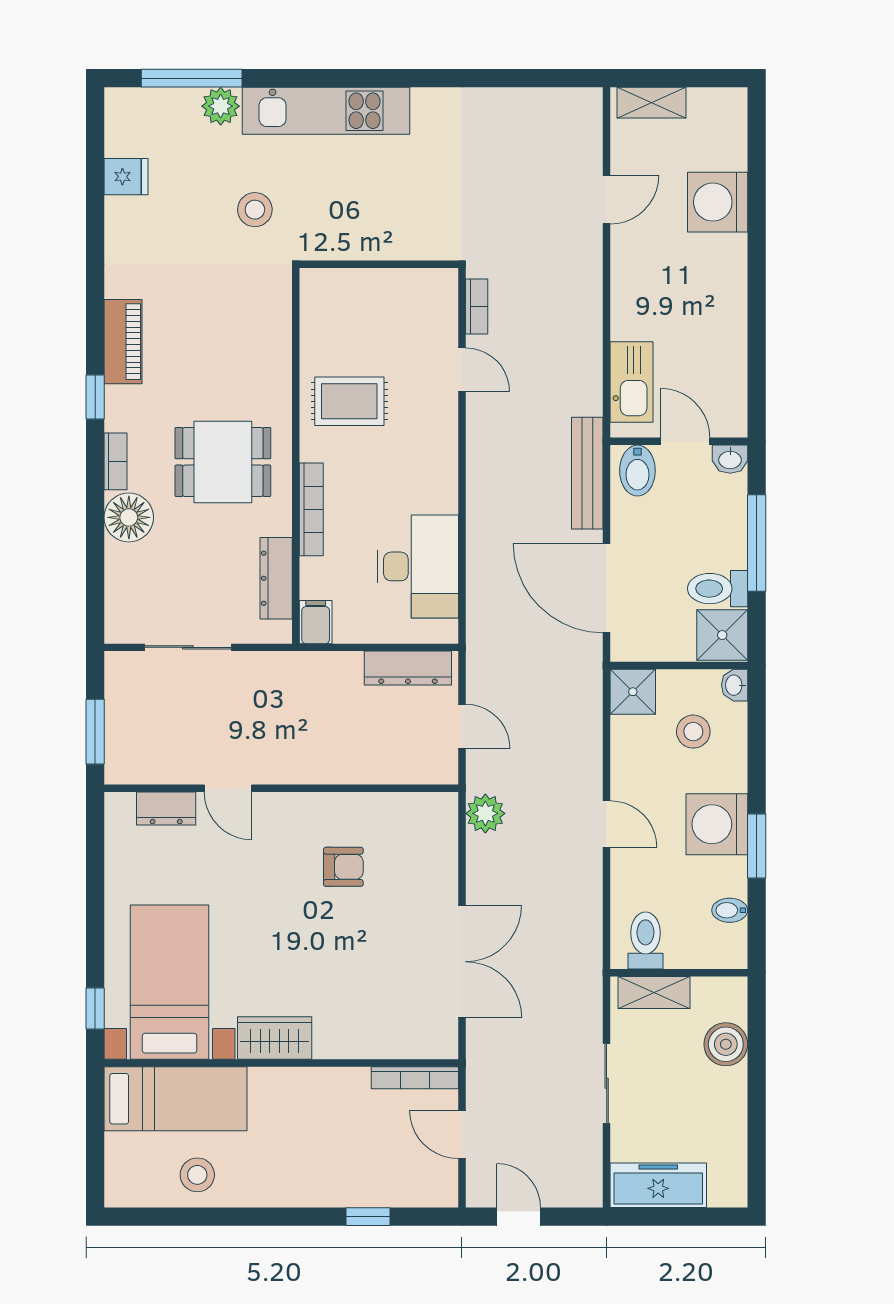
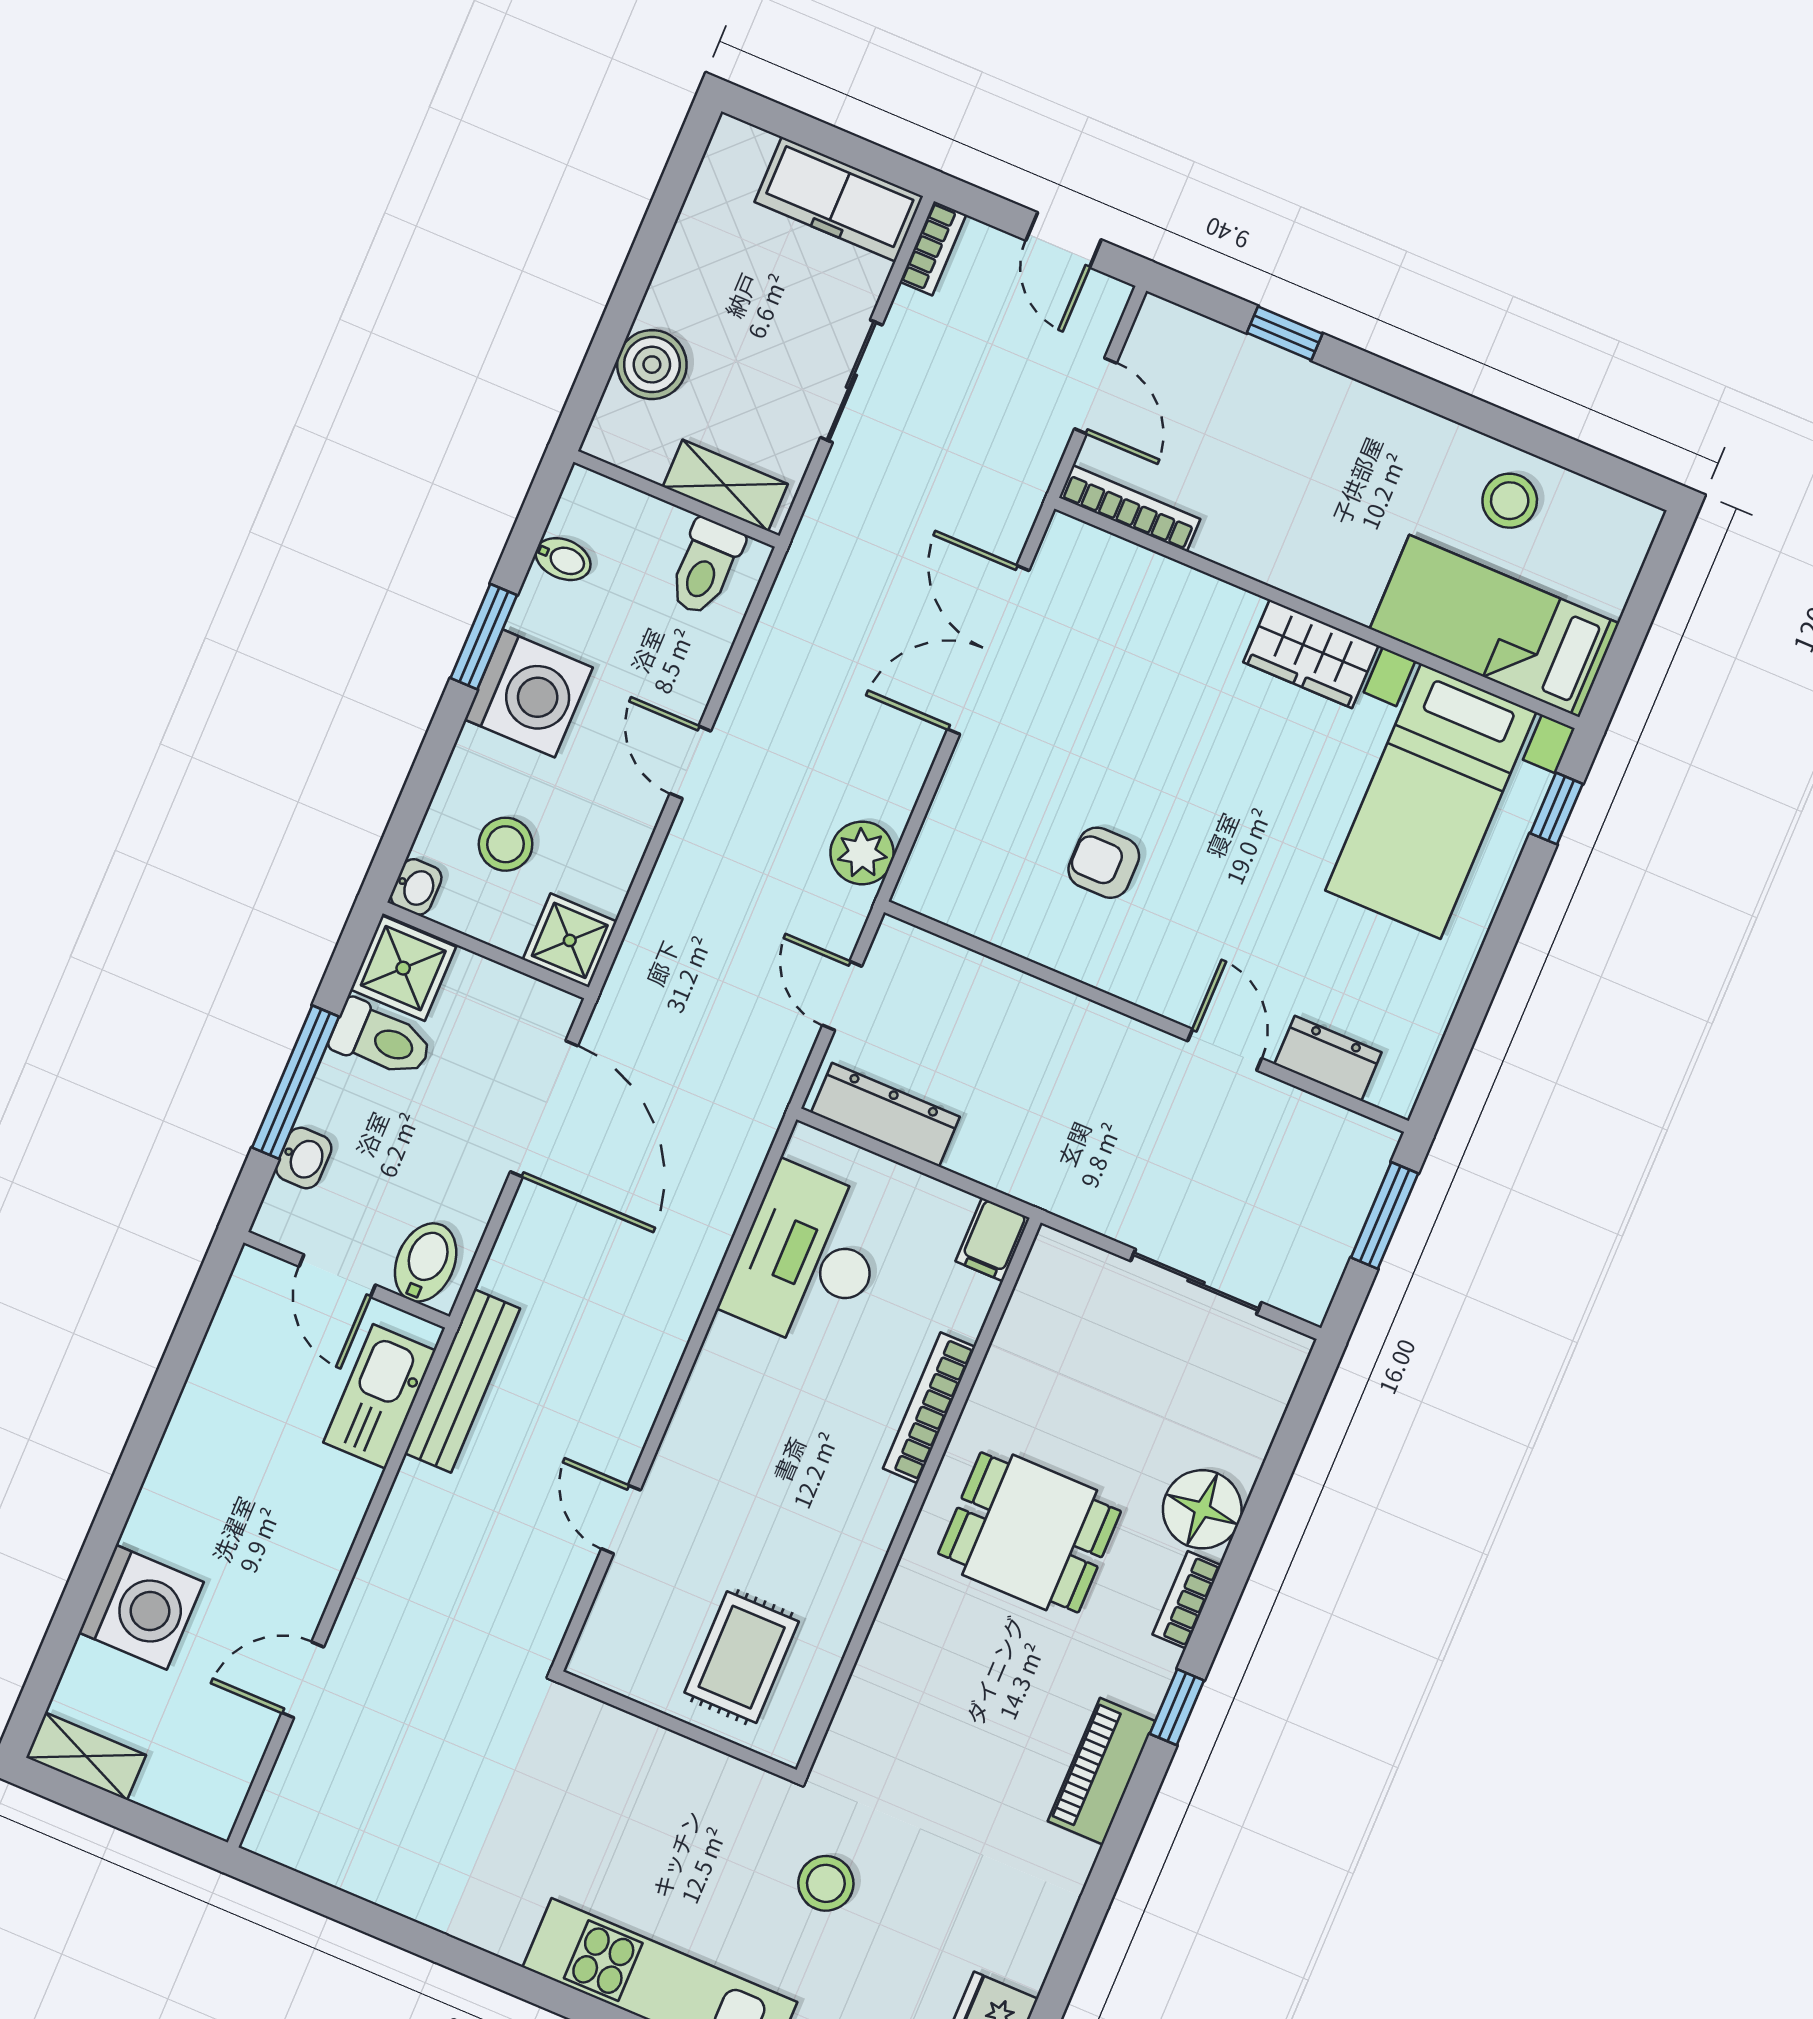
shelving: (652, 103) -> (86, 1756), moved
bookcase: (477, 306) -> (933, 248), moved, turned 180
rug: (349, 401) -> (742, 1657), moved, turned 90
washbasin: (730, 459) -> (304, 1158), moved, turned 90
bench: (587, 473) -> (462, 1381), moved
dresser: (276, 578) -> (1023, 1328), removed

